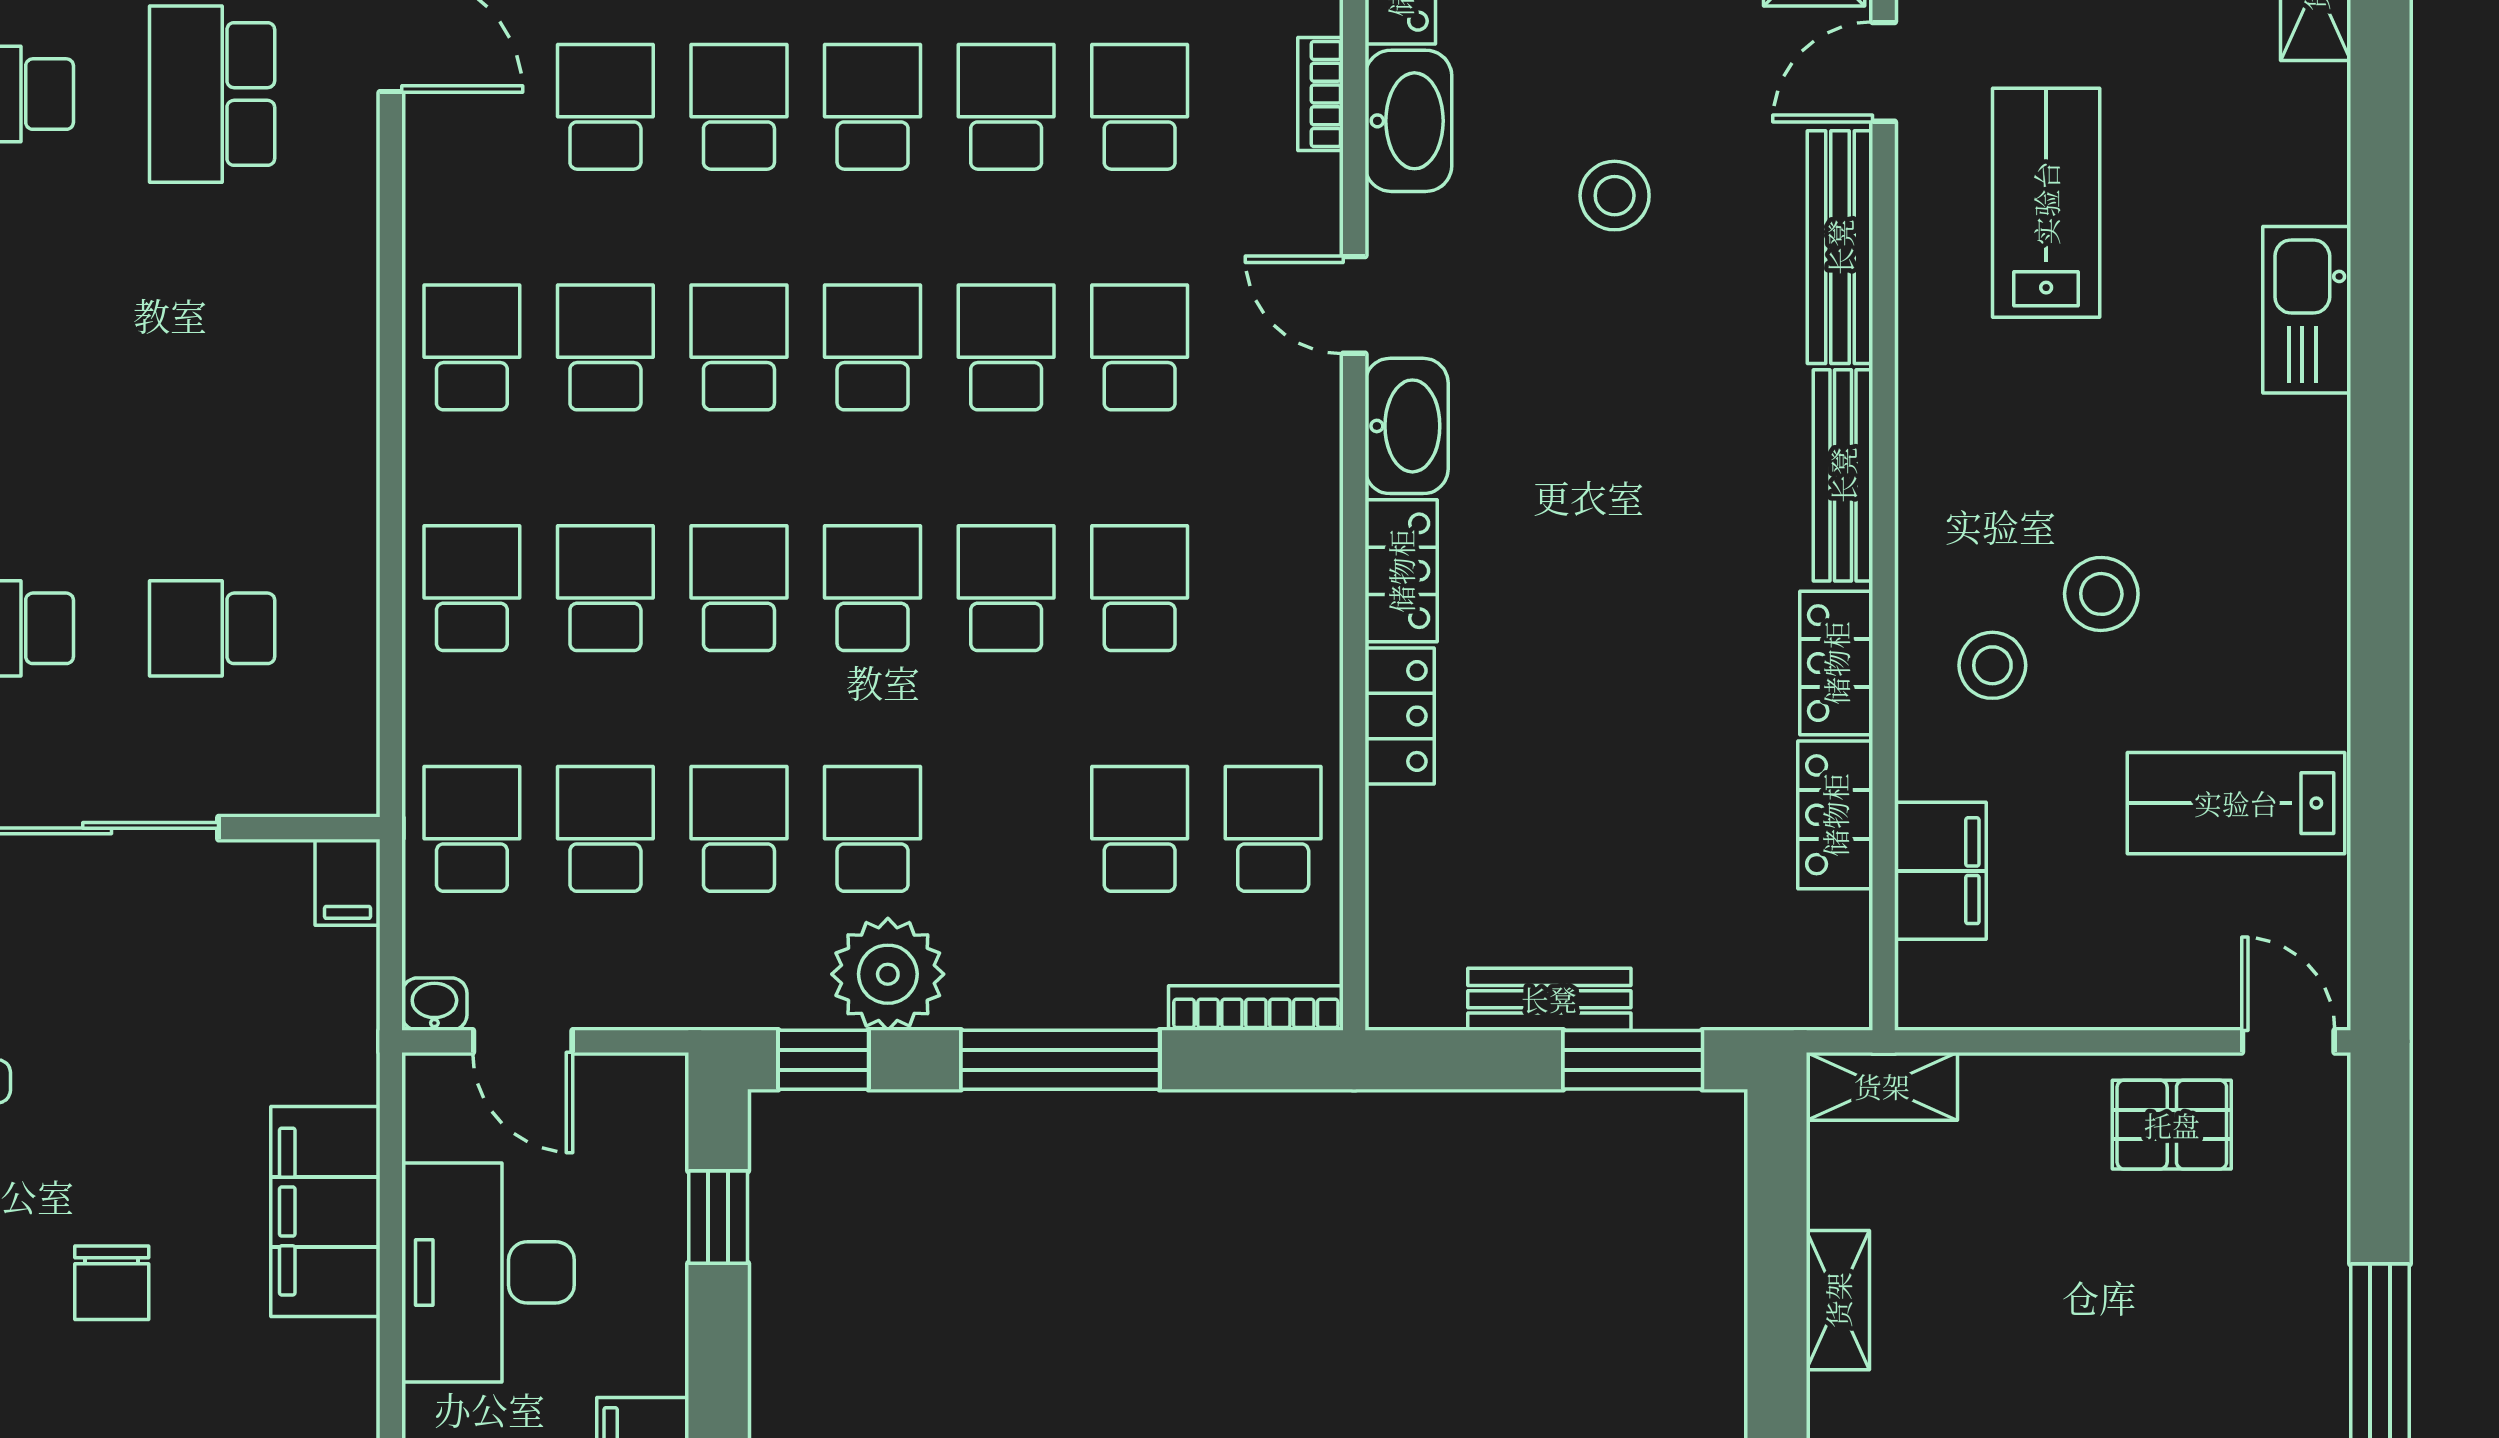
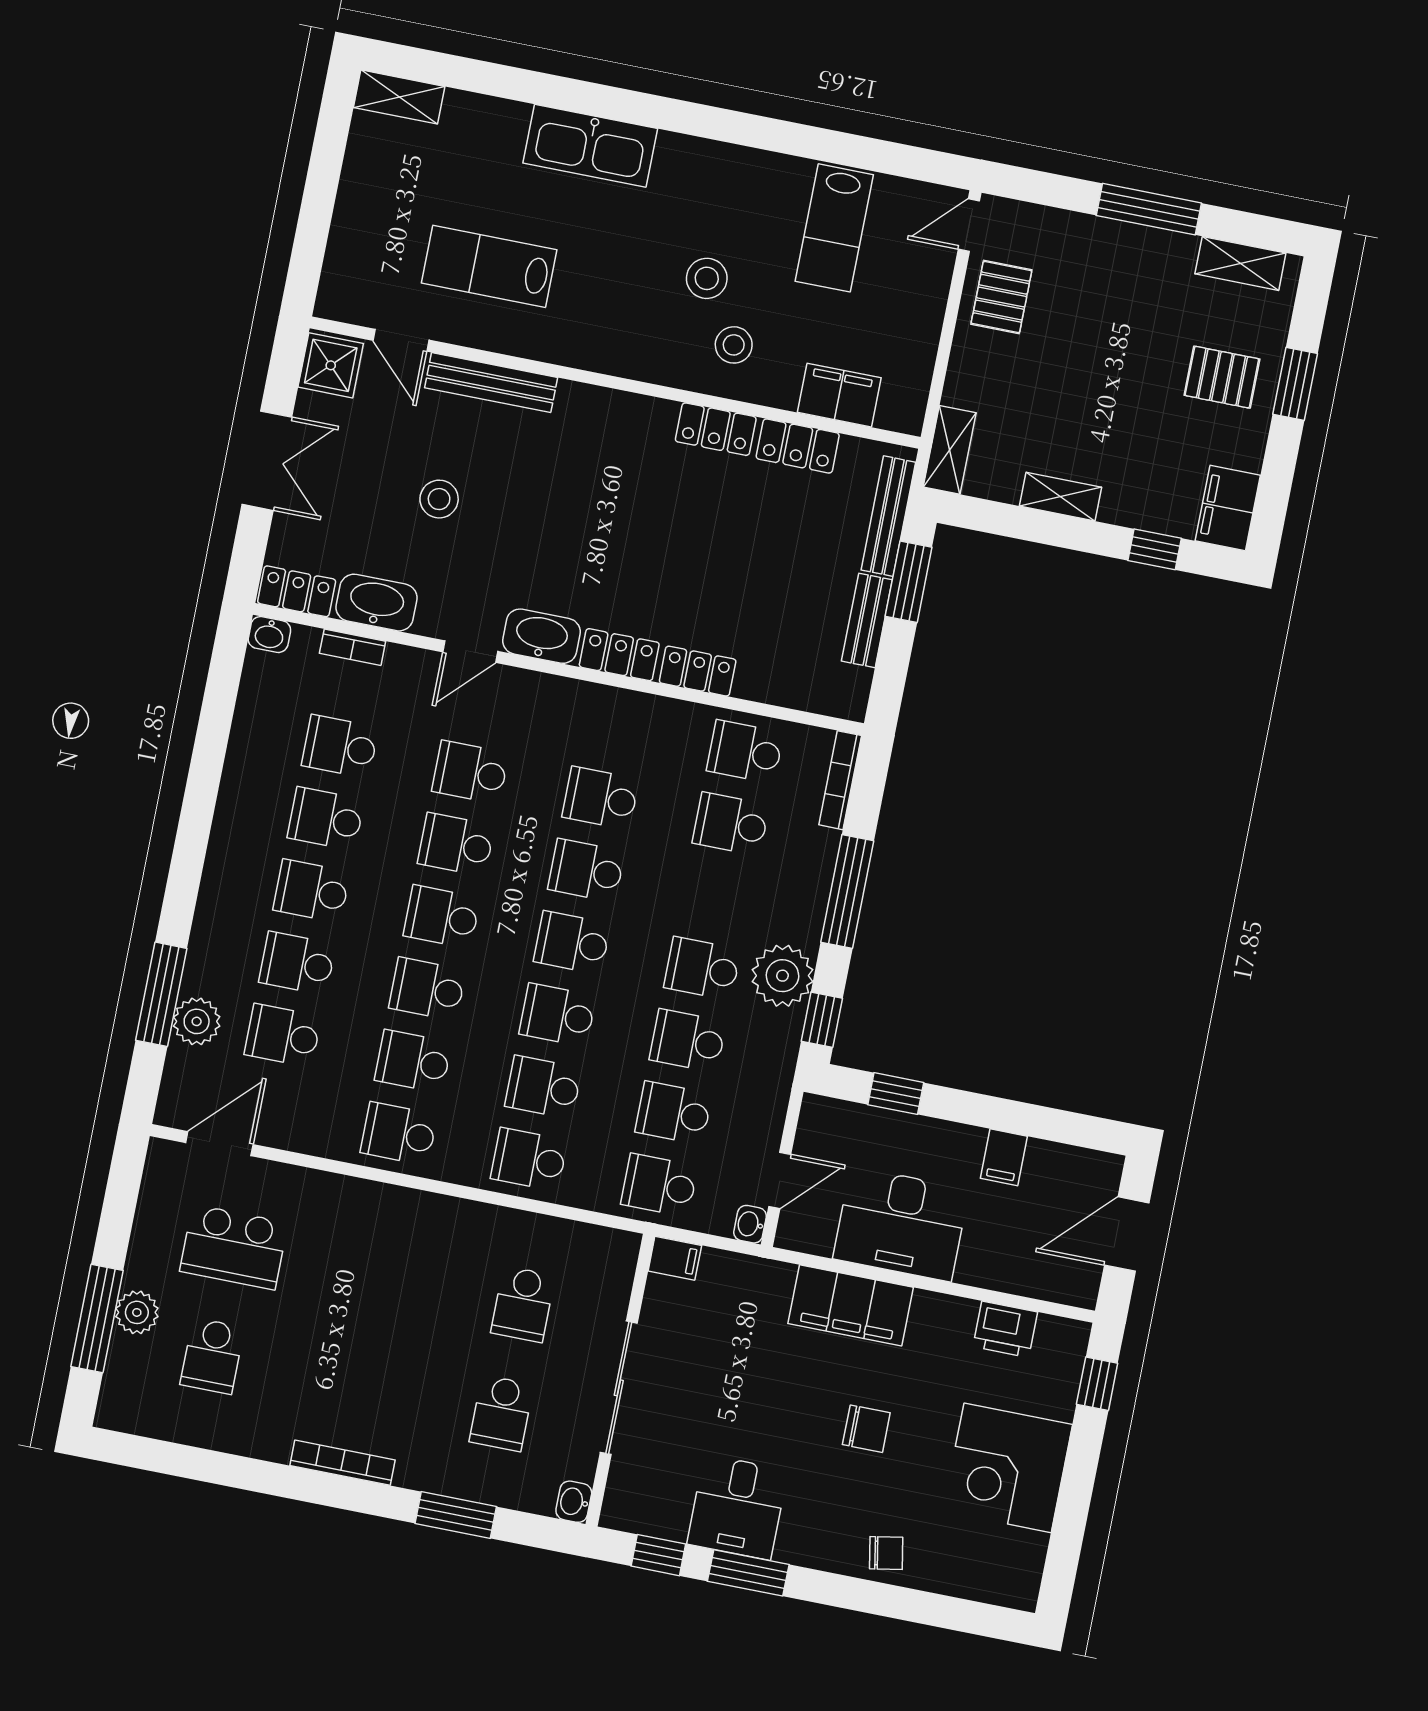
kitchen sink: (2307, 310) -> (590, 146), width x1.36, depth x1.24
bench: (1843, 475) -> (888, 516), moved, turned 90

